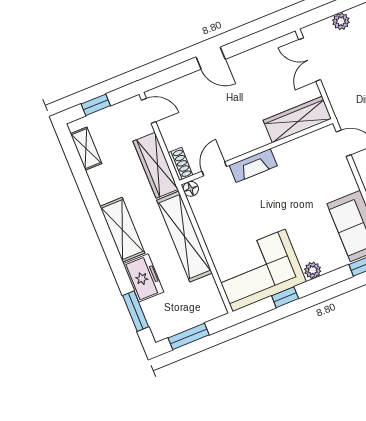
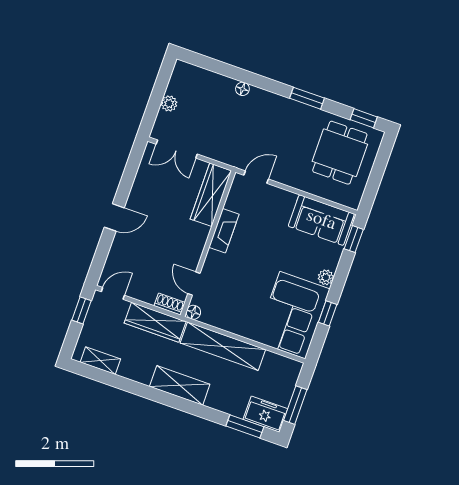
window: (96, 105) -> (82, 310), moved
fireplace: (253, 166) -> (224, 231), moved
freezer: (143, 278) -> (265, 414), moved

